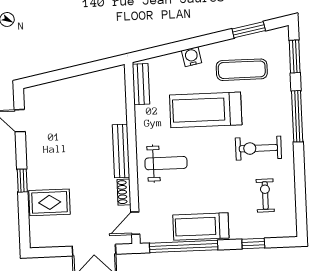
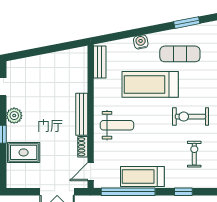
plant: (36, 156) -> (14, 116), added

